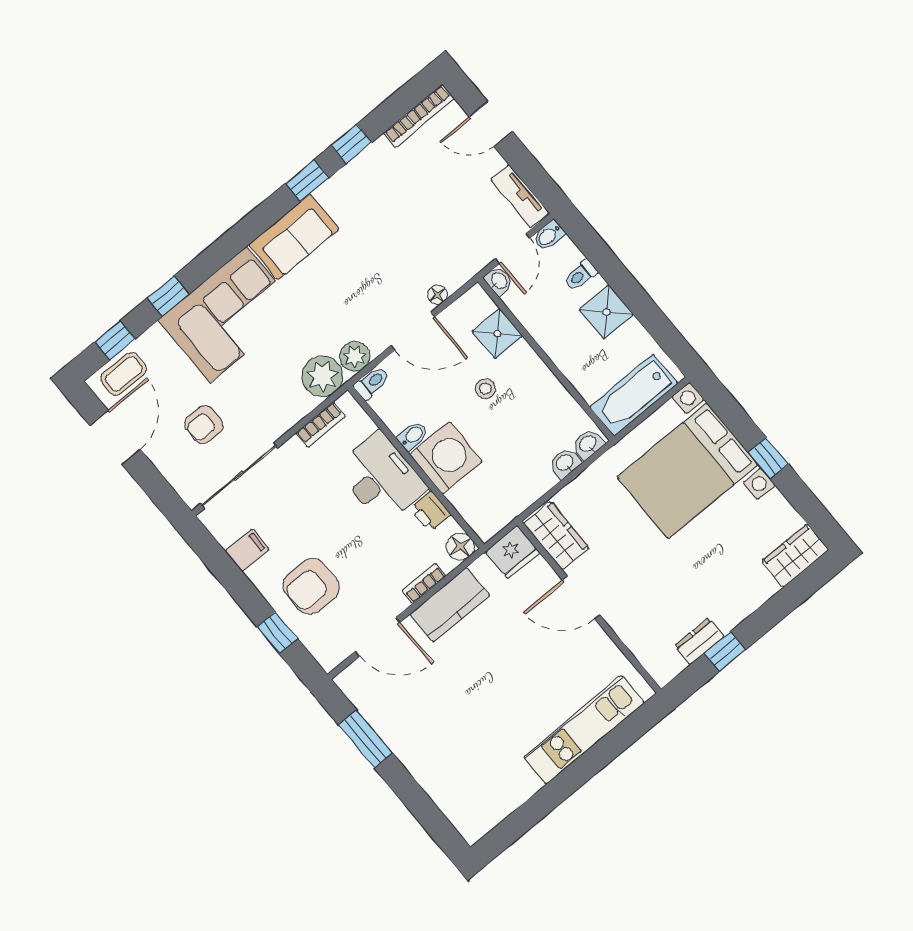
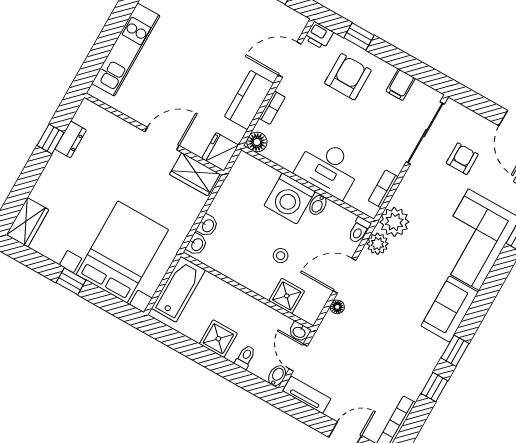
printer: (431, 511) -> (319, 35), moved, turned 180

